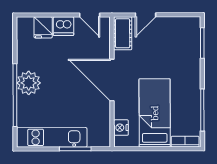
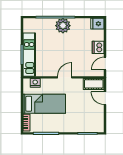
fridge: (43, 27) -> (97, 24), moved
door: (112, 80) -> (65, 77), width x0.53
kitchen unit: (52, 137) -> (29, 55), moved

